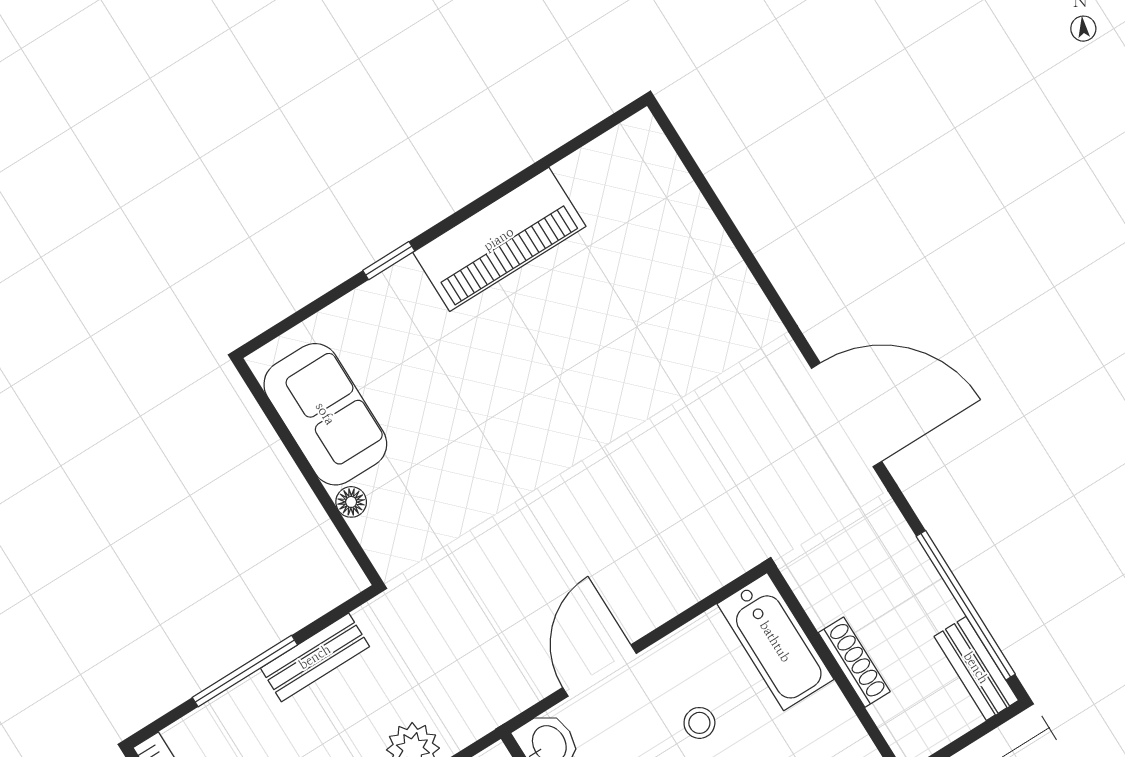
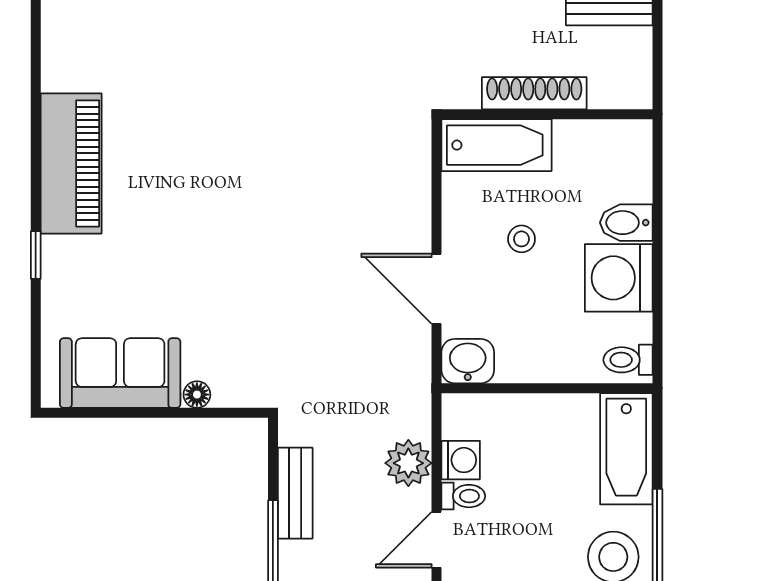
shoe rack: (854, 662) -> (534, 93), width x1.36, depth x1.24

